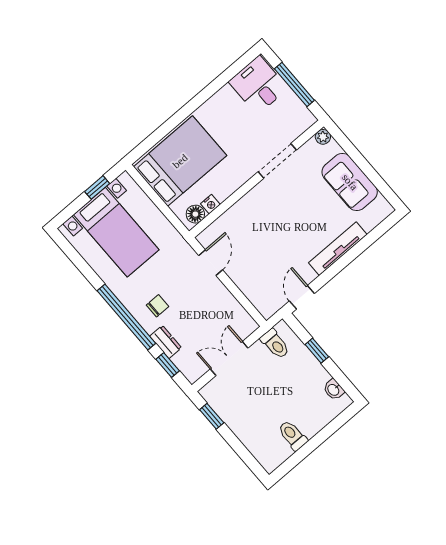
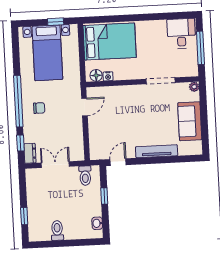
dresser: (166, 342) -> (30, 153), moved
window: (212, 416) -> (24, 216), moved

